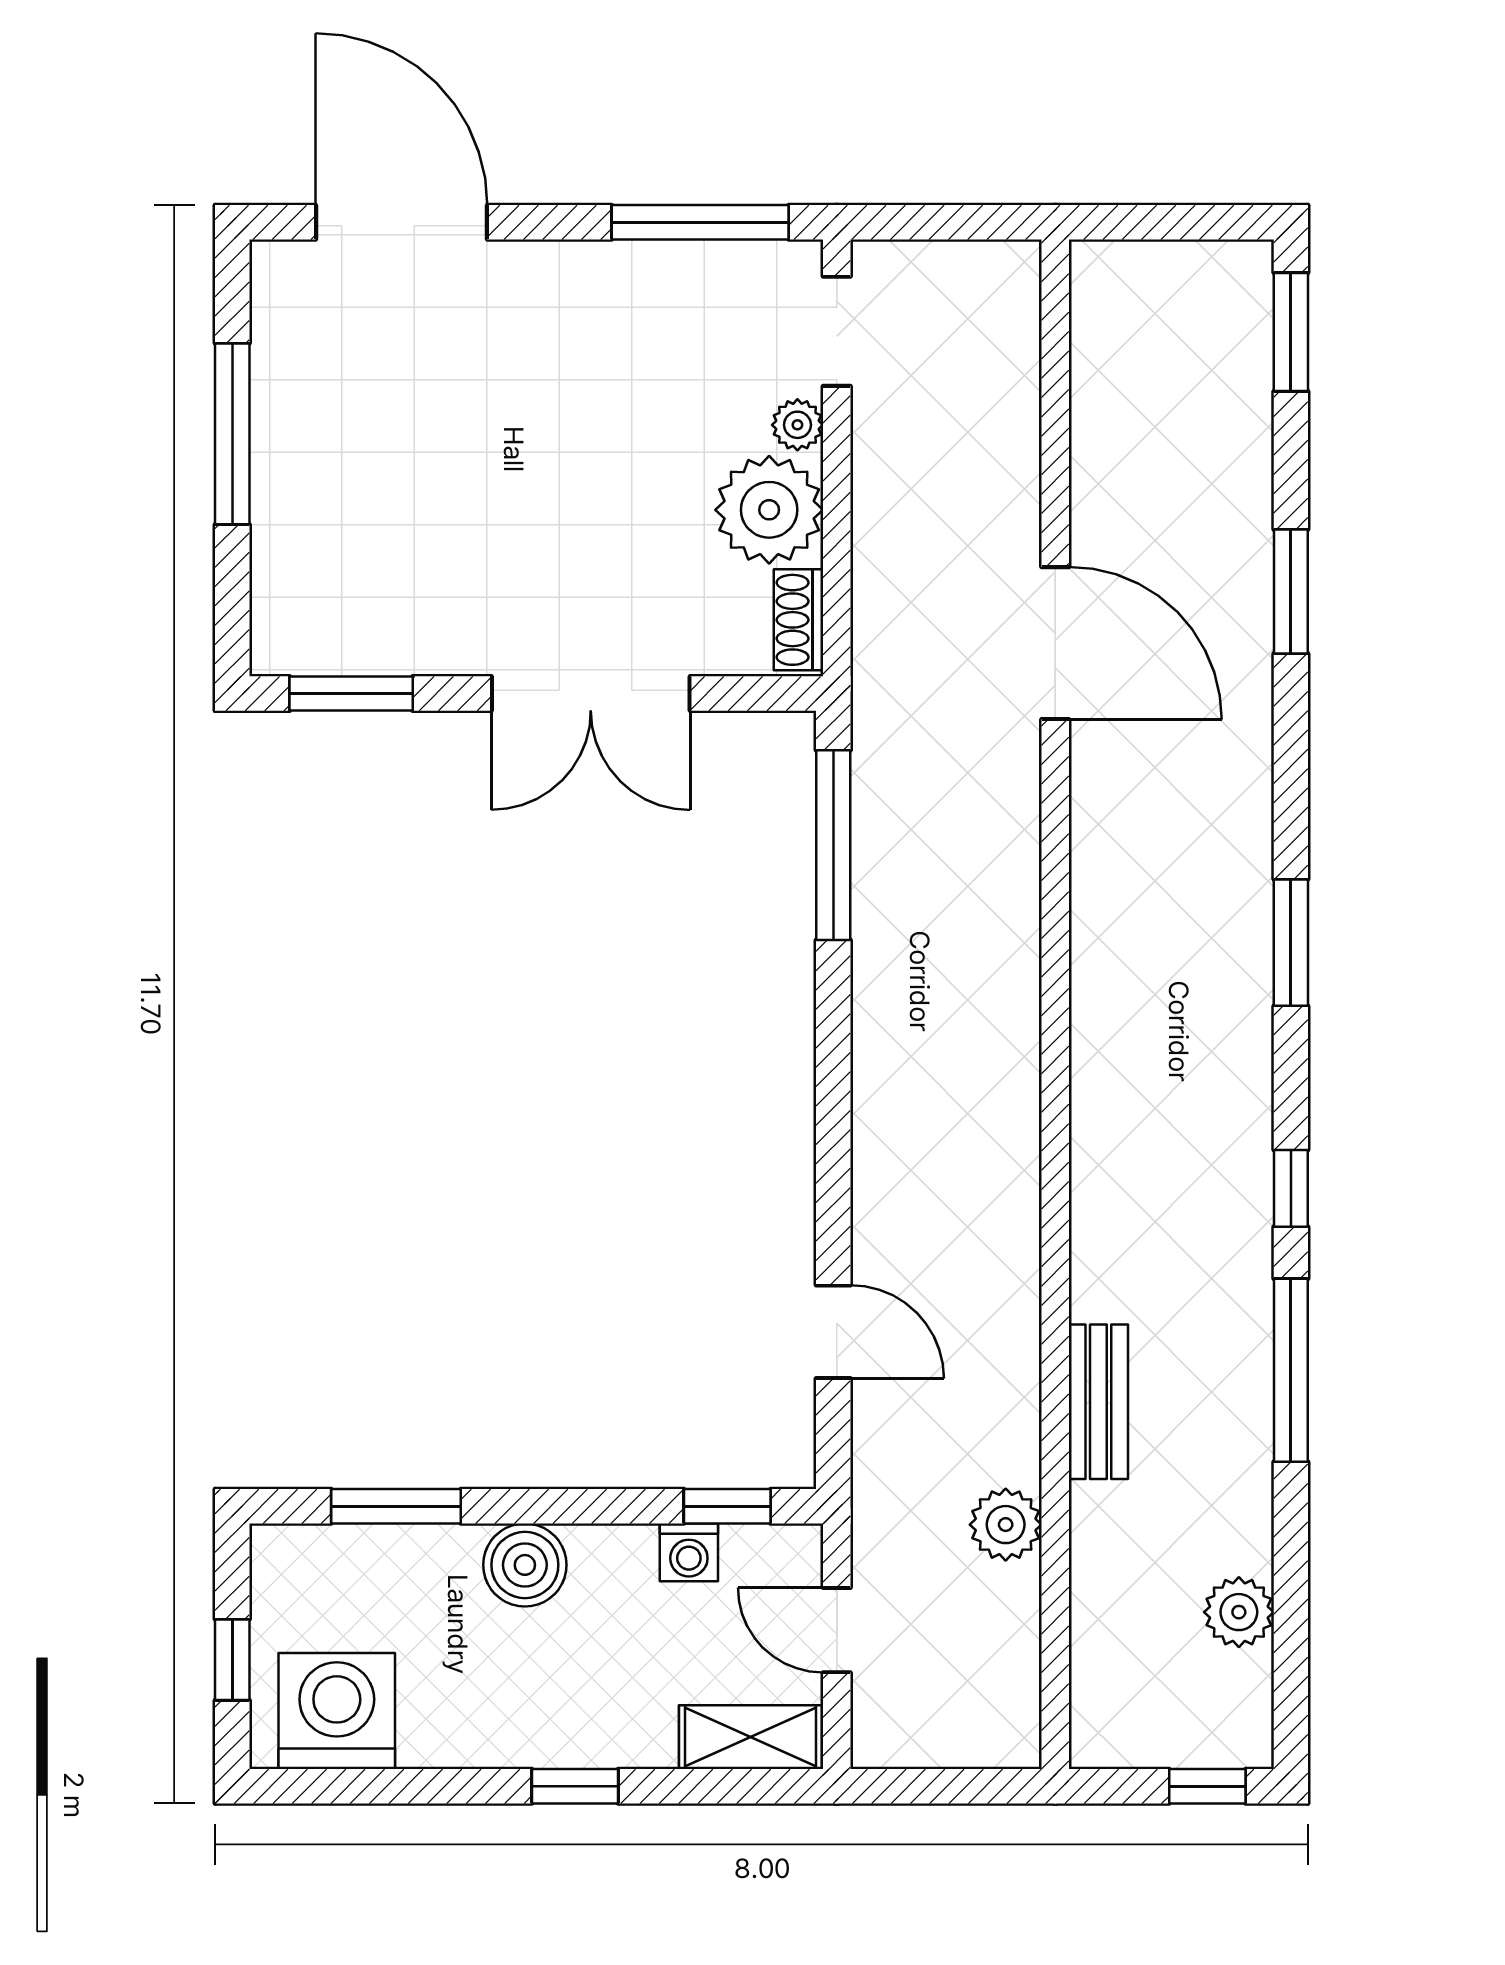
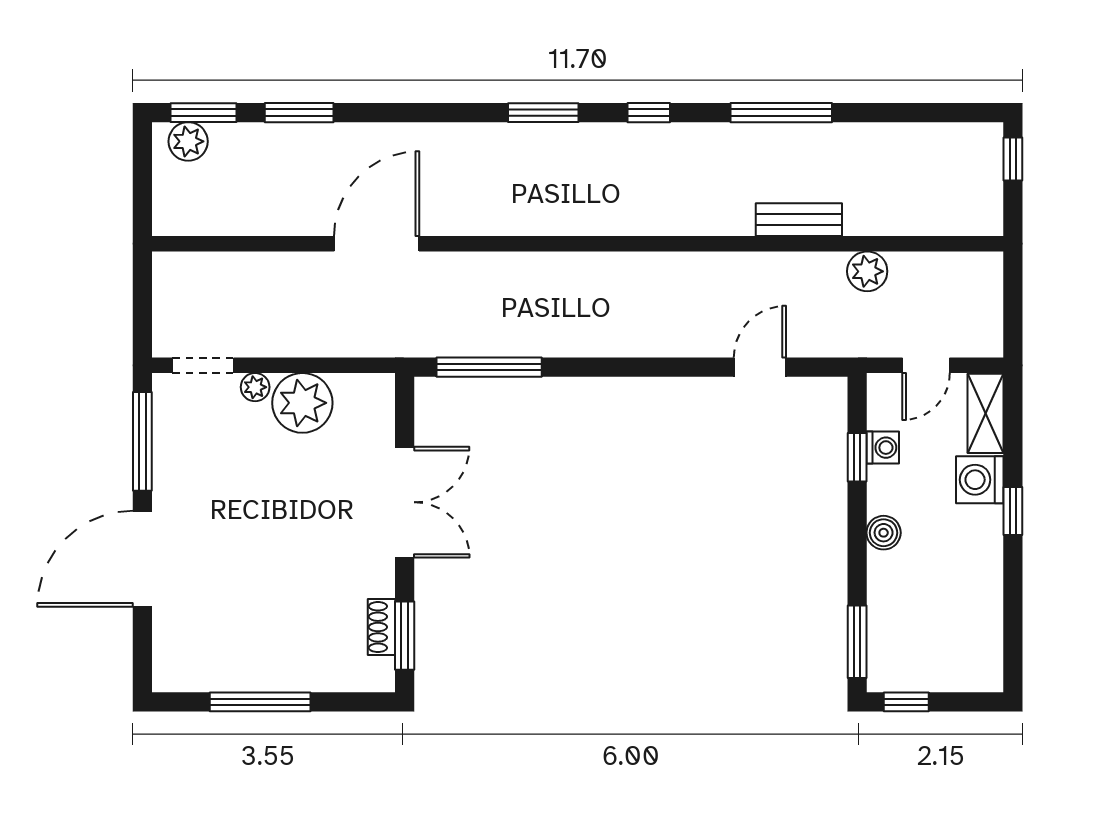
door: (401, 222) -> (142, 559), moved
window: (1291, 592) -> (299, 113), moved
shoe rack: (798, 620) -> (381, 627), moved, turned 90
window: (1291, 1188) -> (649, 113), moved
window: (396, 1506) -> (857, 642), moved
window: (727, 1506) -> (857, 457), moved
boiler: (525, 1565) -> (884, 533), width x0.73, depth x0.73
plant: (1239, 1612) -> (188, 141), moved
window: (232, 1660) -> (906, 702), moved
washing machine: (337, 1711) -> (980, 480), moved, width x0.73, depth x0.73

